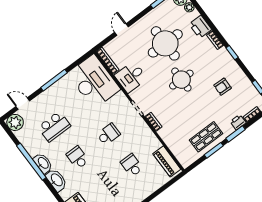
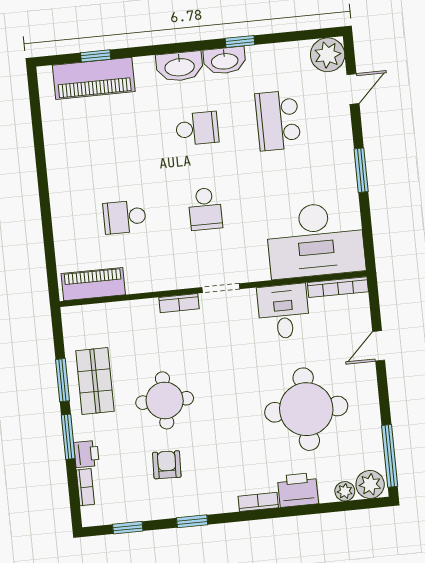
door: (121, 29) -> (379, 346), swing flipped
window: (232, 53) -> (192, 521), moved
window: (54, 80) -> (361, 170), width x0.69
round table: (181, 80) -> (165, 400), moved
window: (31, 162) -> (240, 42), width x0.32
school desk: (132, 165) -> (125, 217), turned 180

